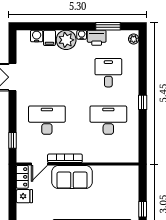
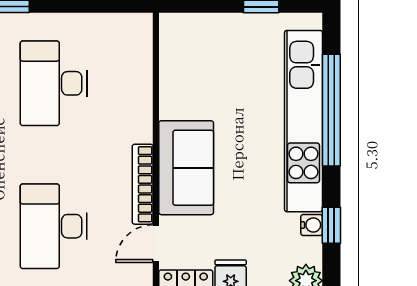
door: (39, 164) -> (156, 244), swing flipped

